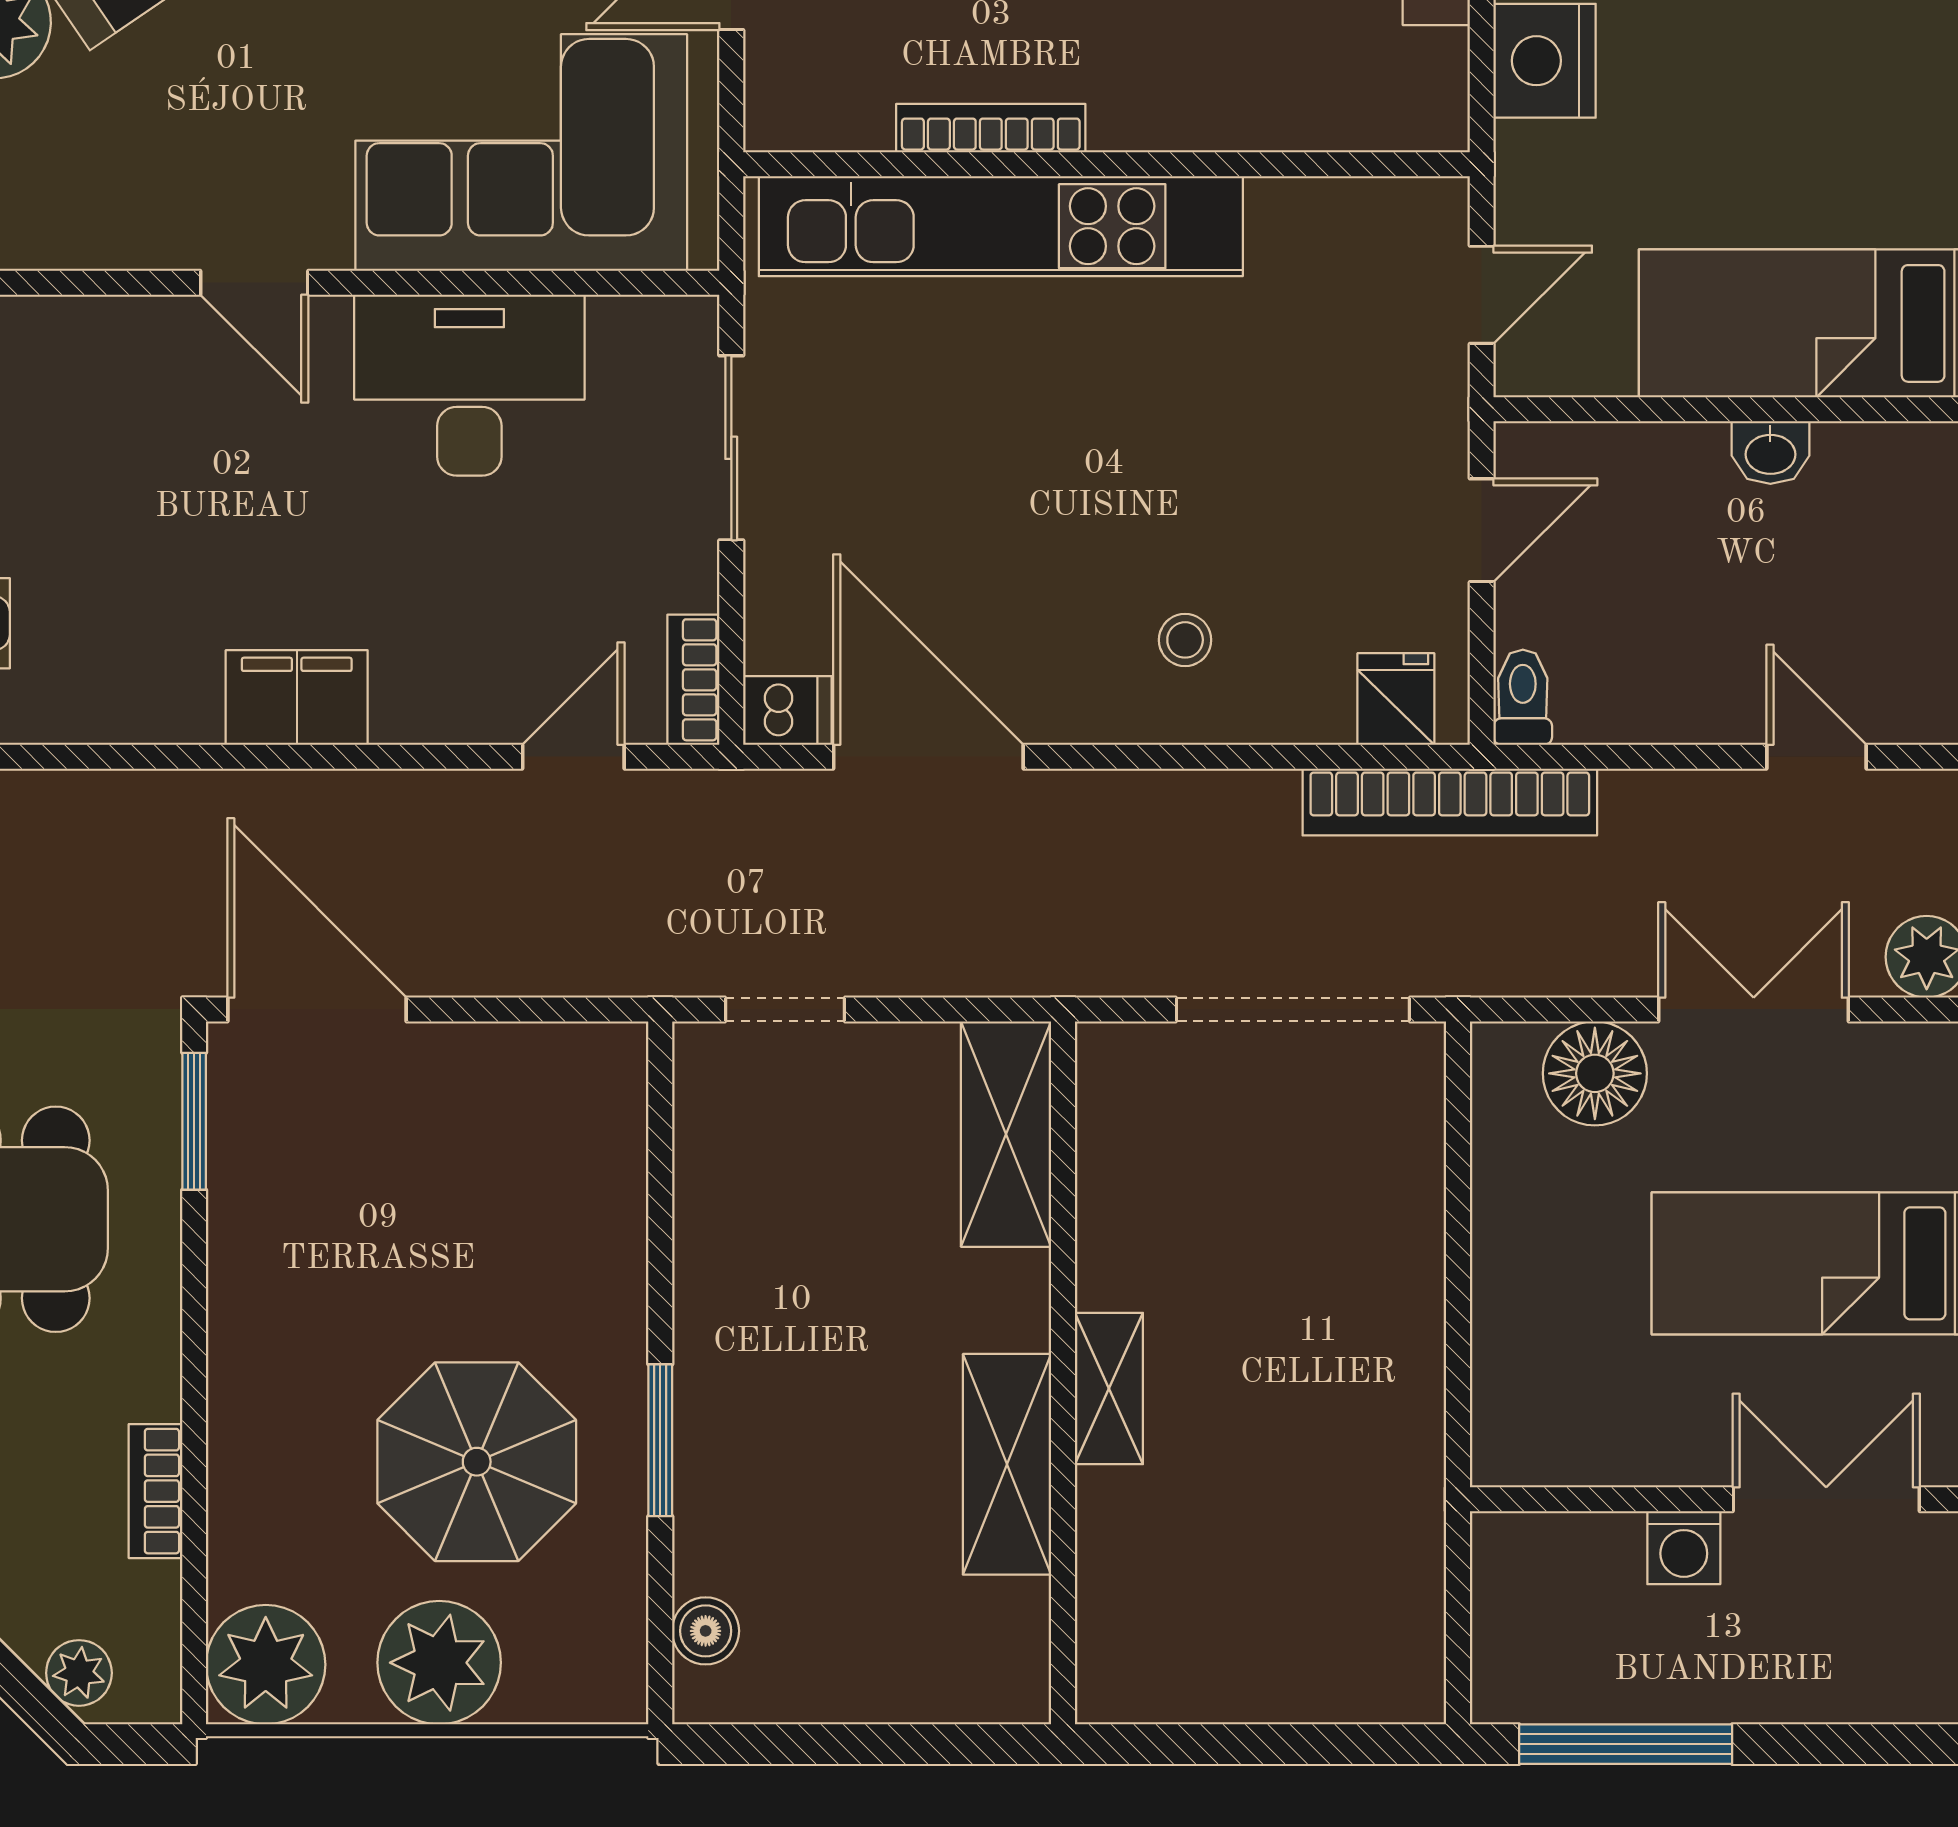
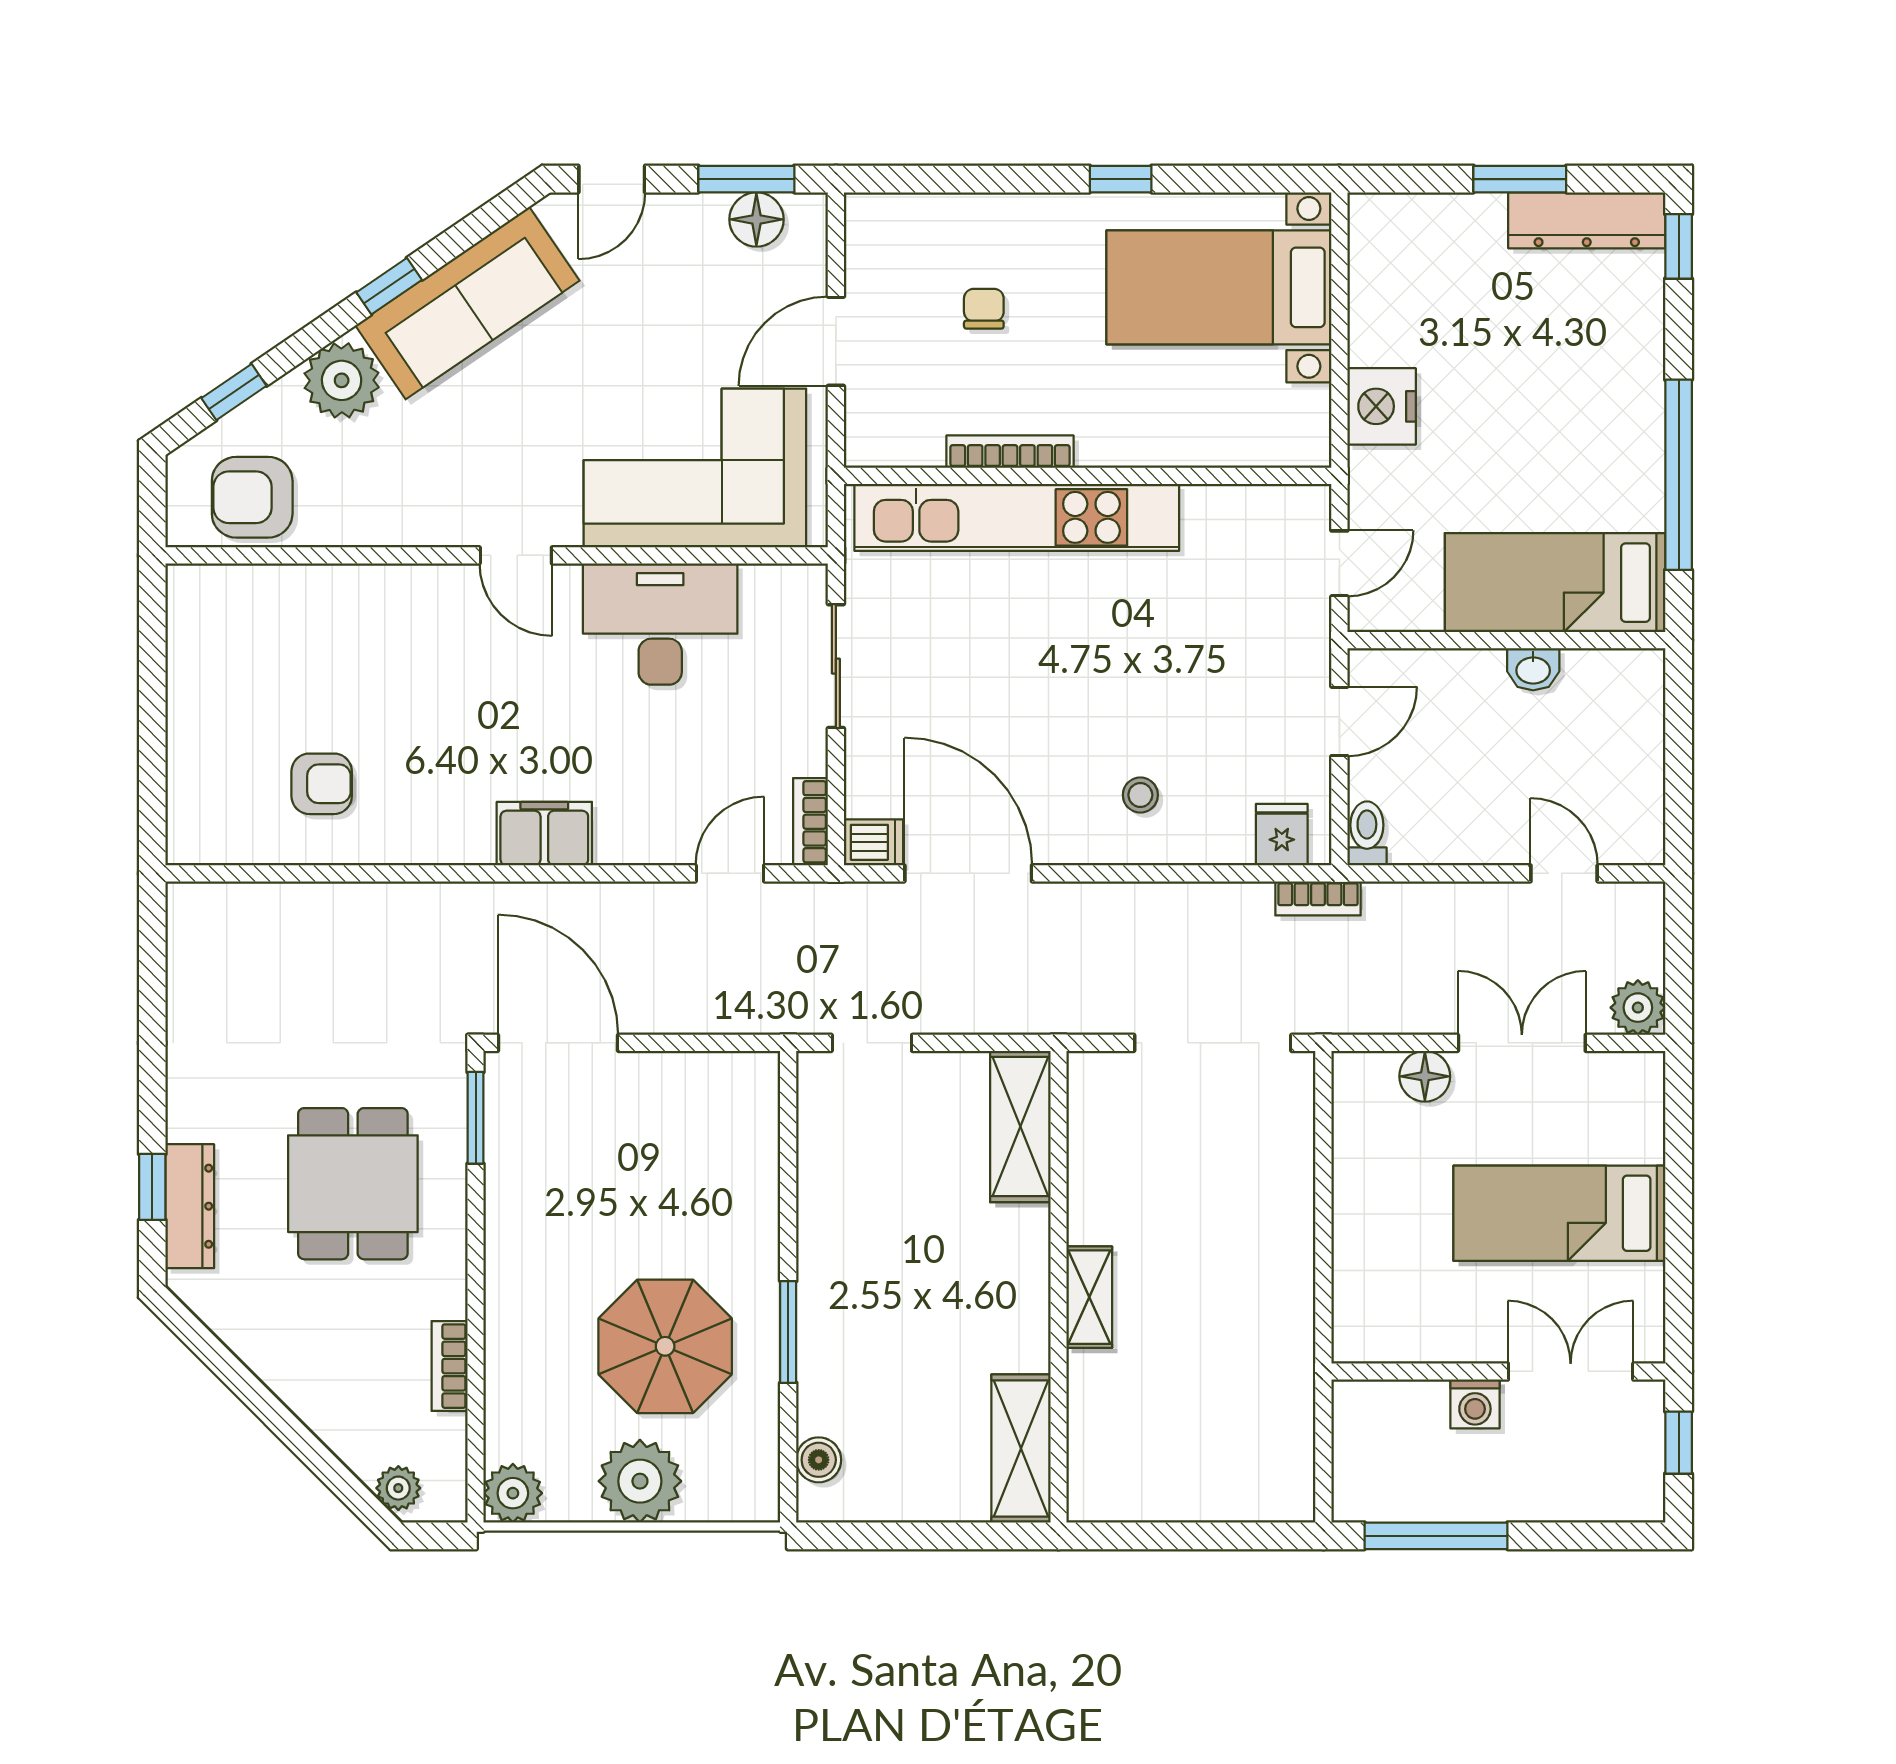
bookcase: (1450, 802) -> (1318, 898), width x0.43, depth x0.76
floor lamp: (1595, 1073) -> (1425, 1076), width x0.73, depth x0.73
shelving: (1007, 1464) -> (1021, 1448), moved
plant: (266, 1665) -> (513, 1493), width x0.73, depth x0.73

